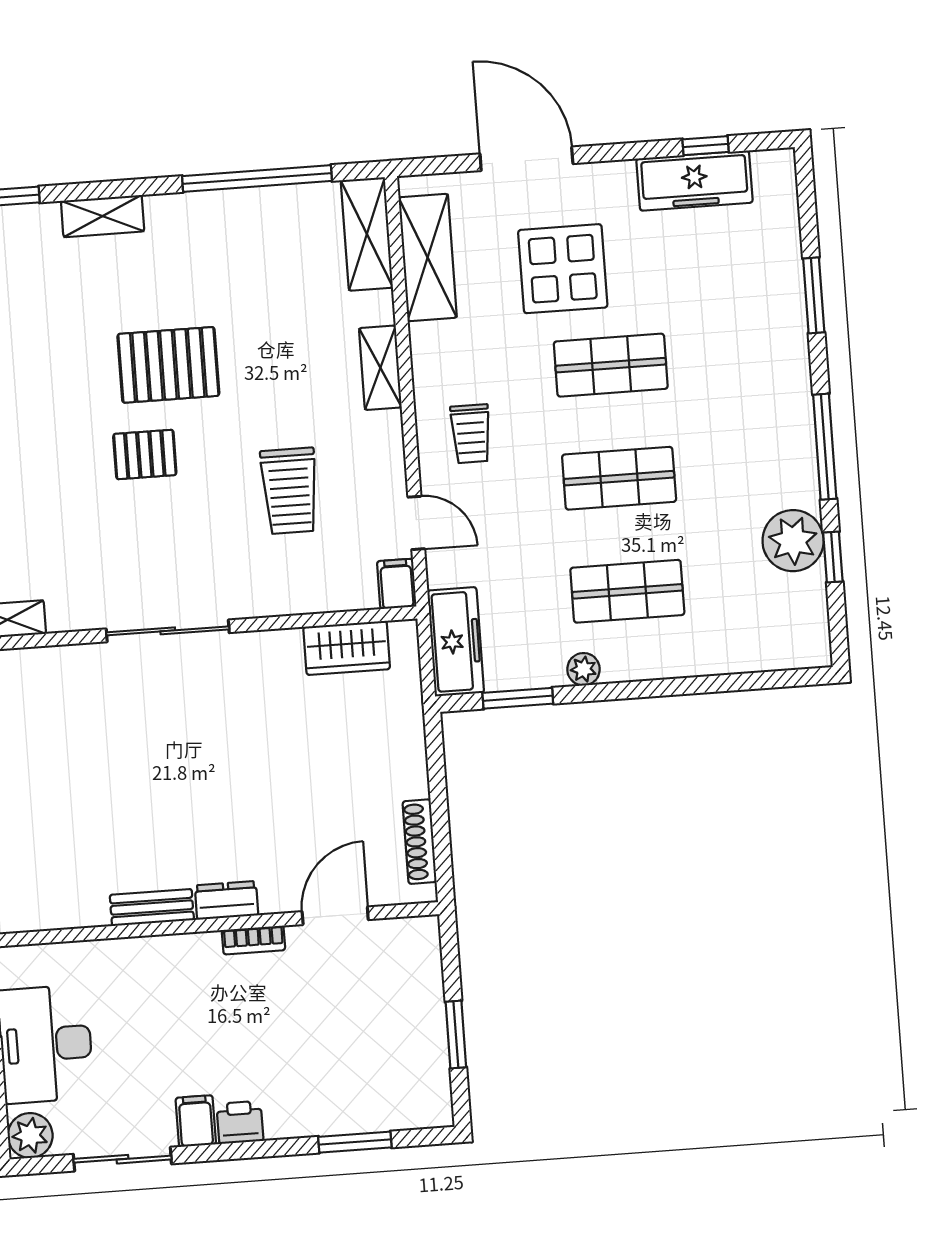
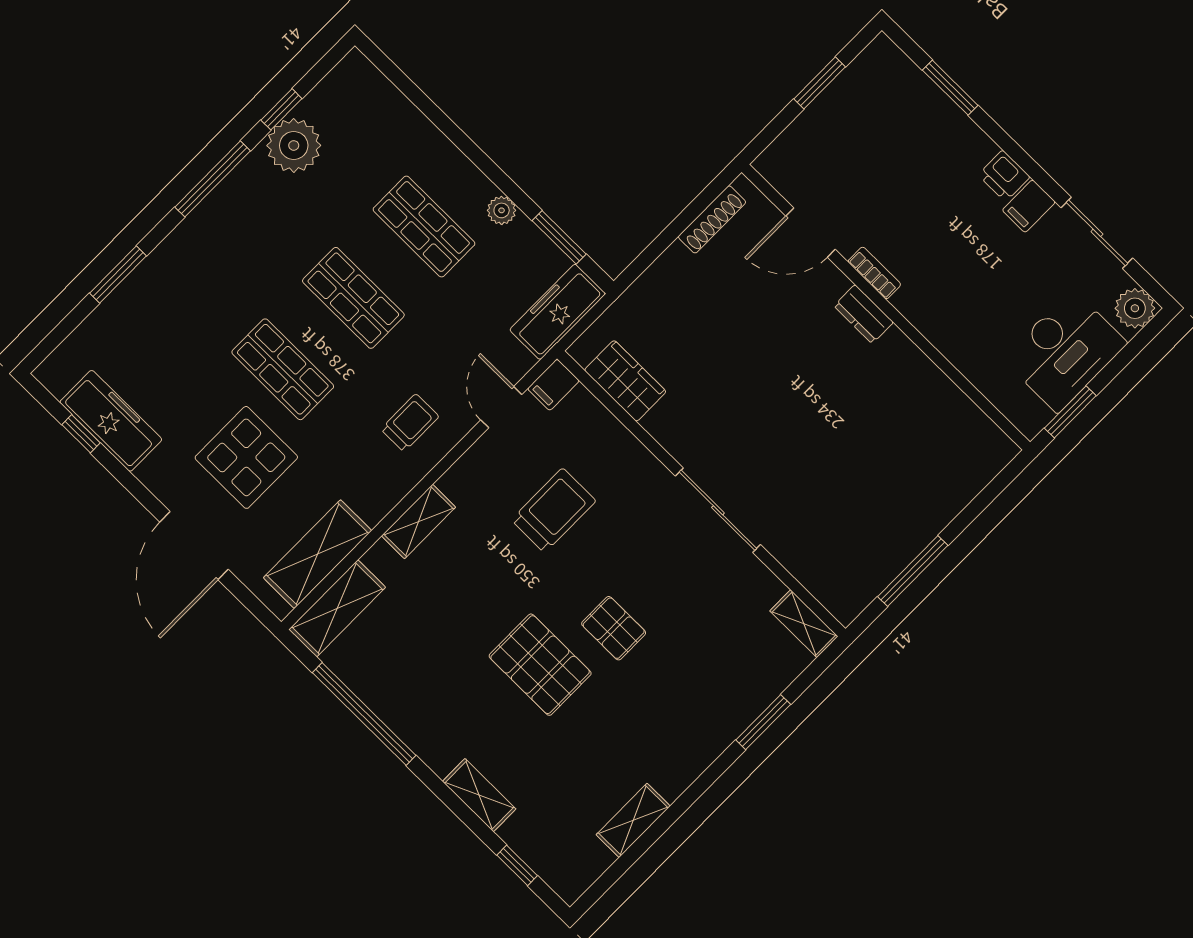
bench: (152, 907) -> (912, 360), removed

